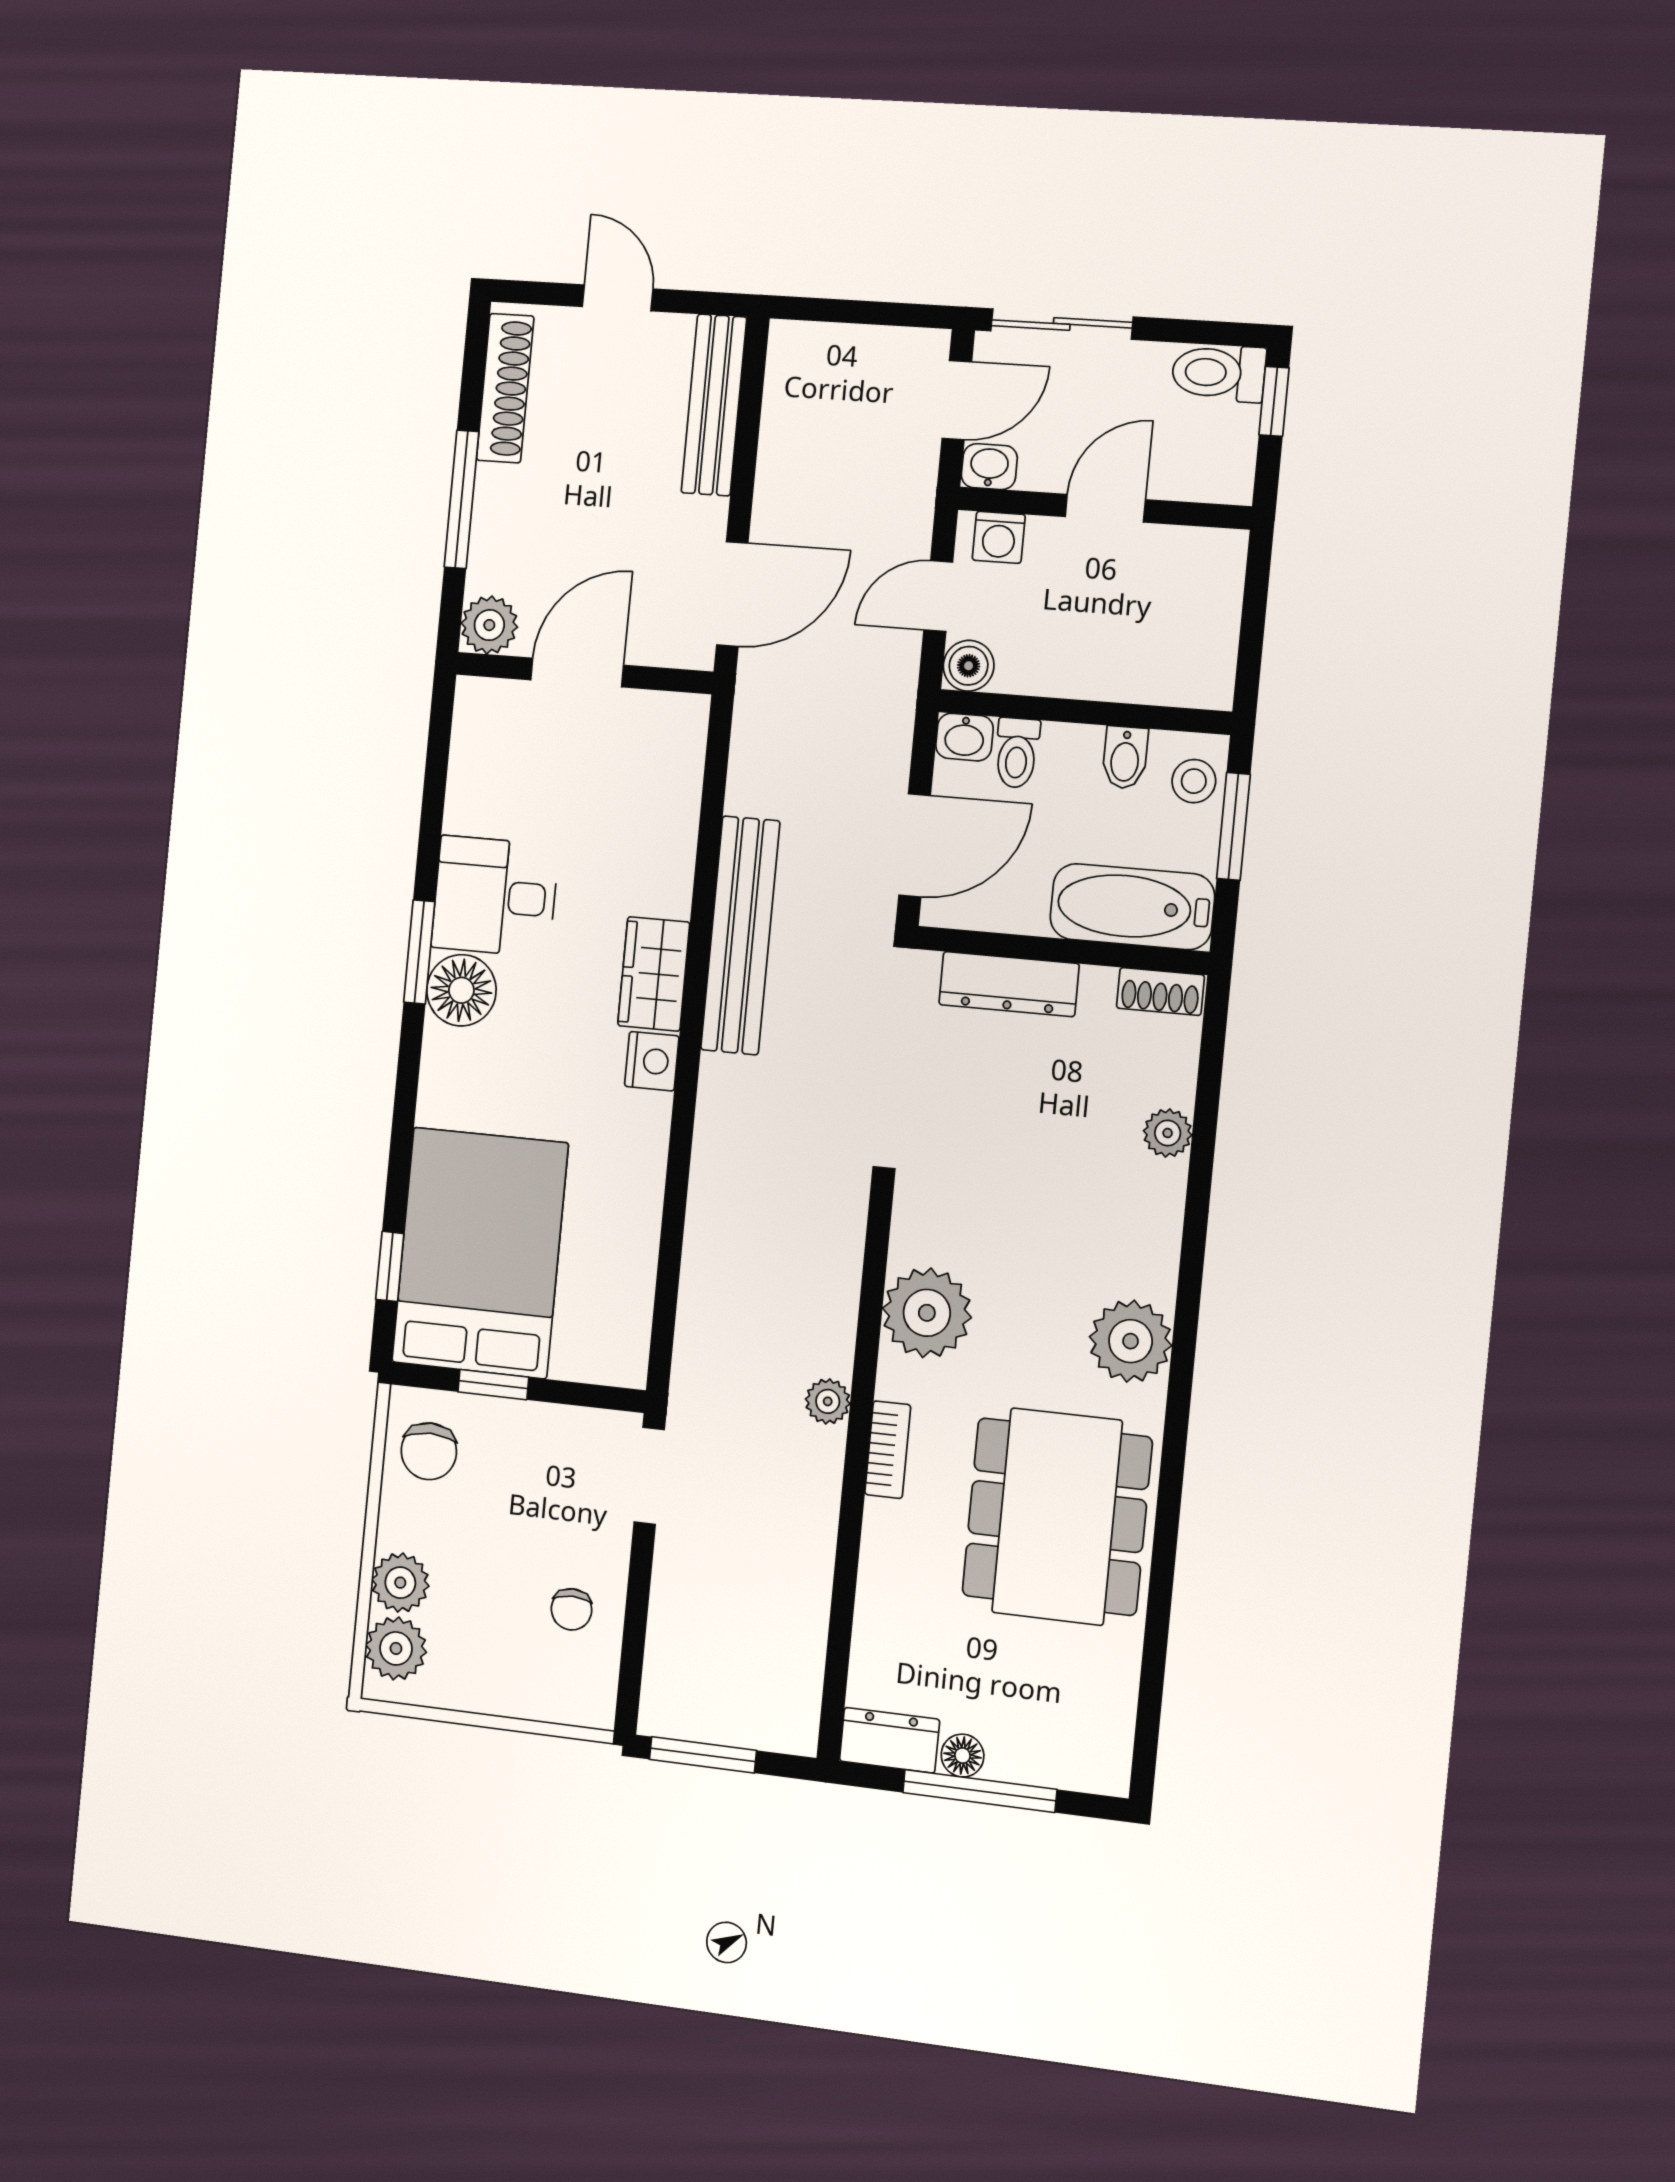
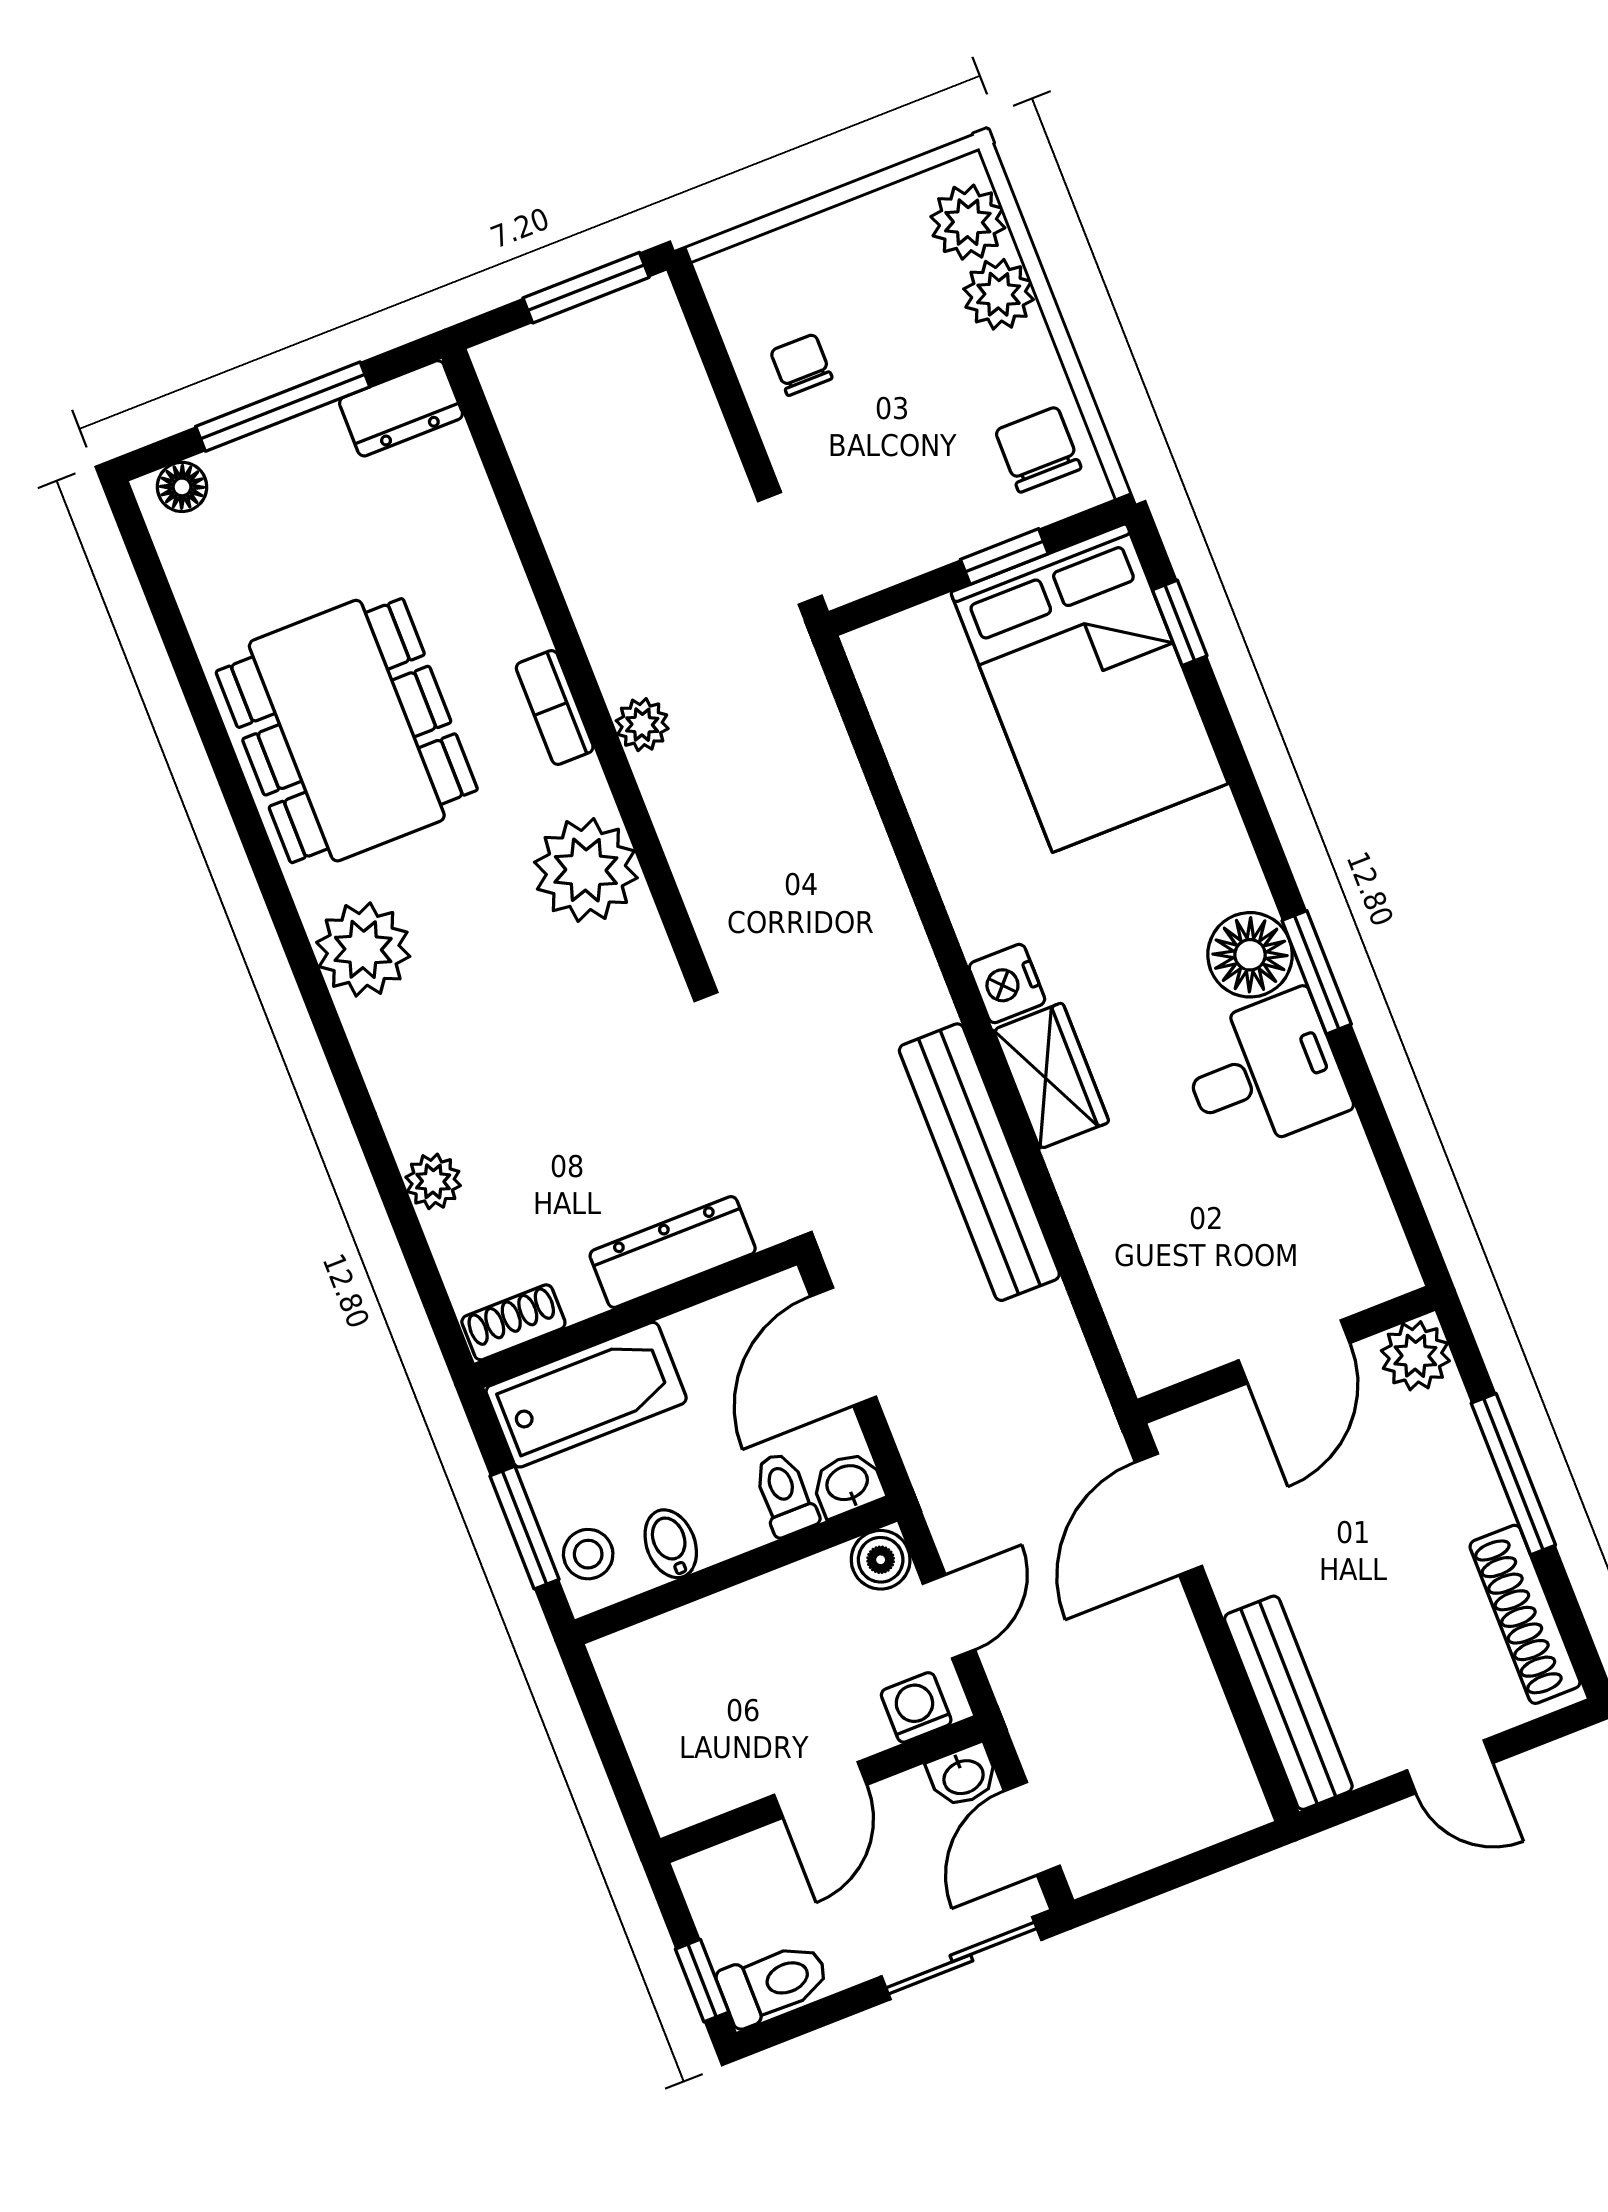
floor lamp: (962, 1756) -> (182, 487), moved

